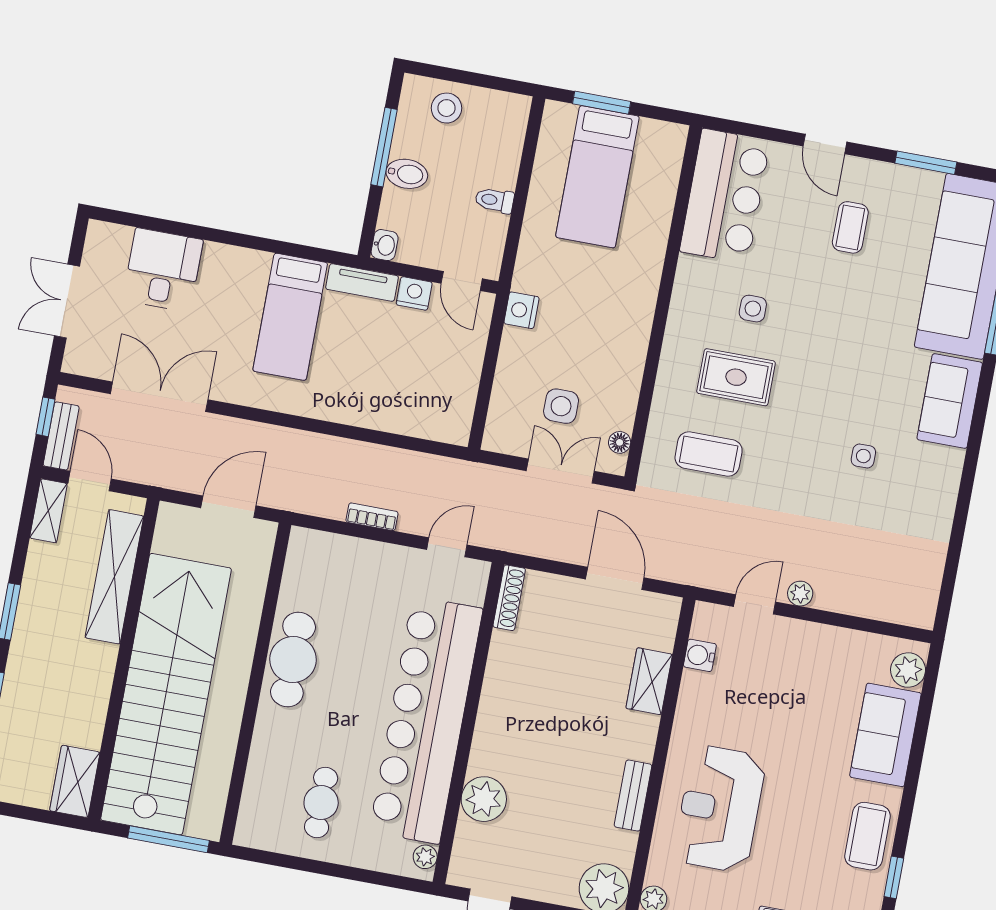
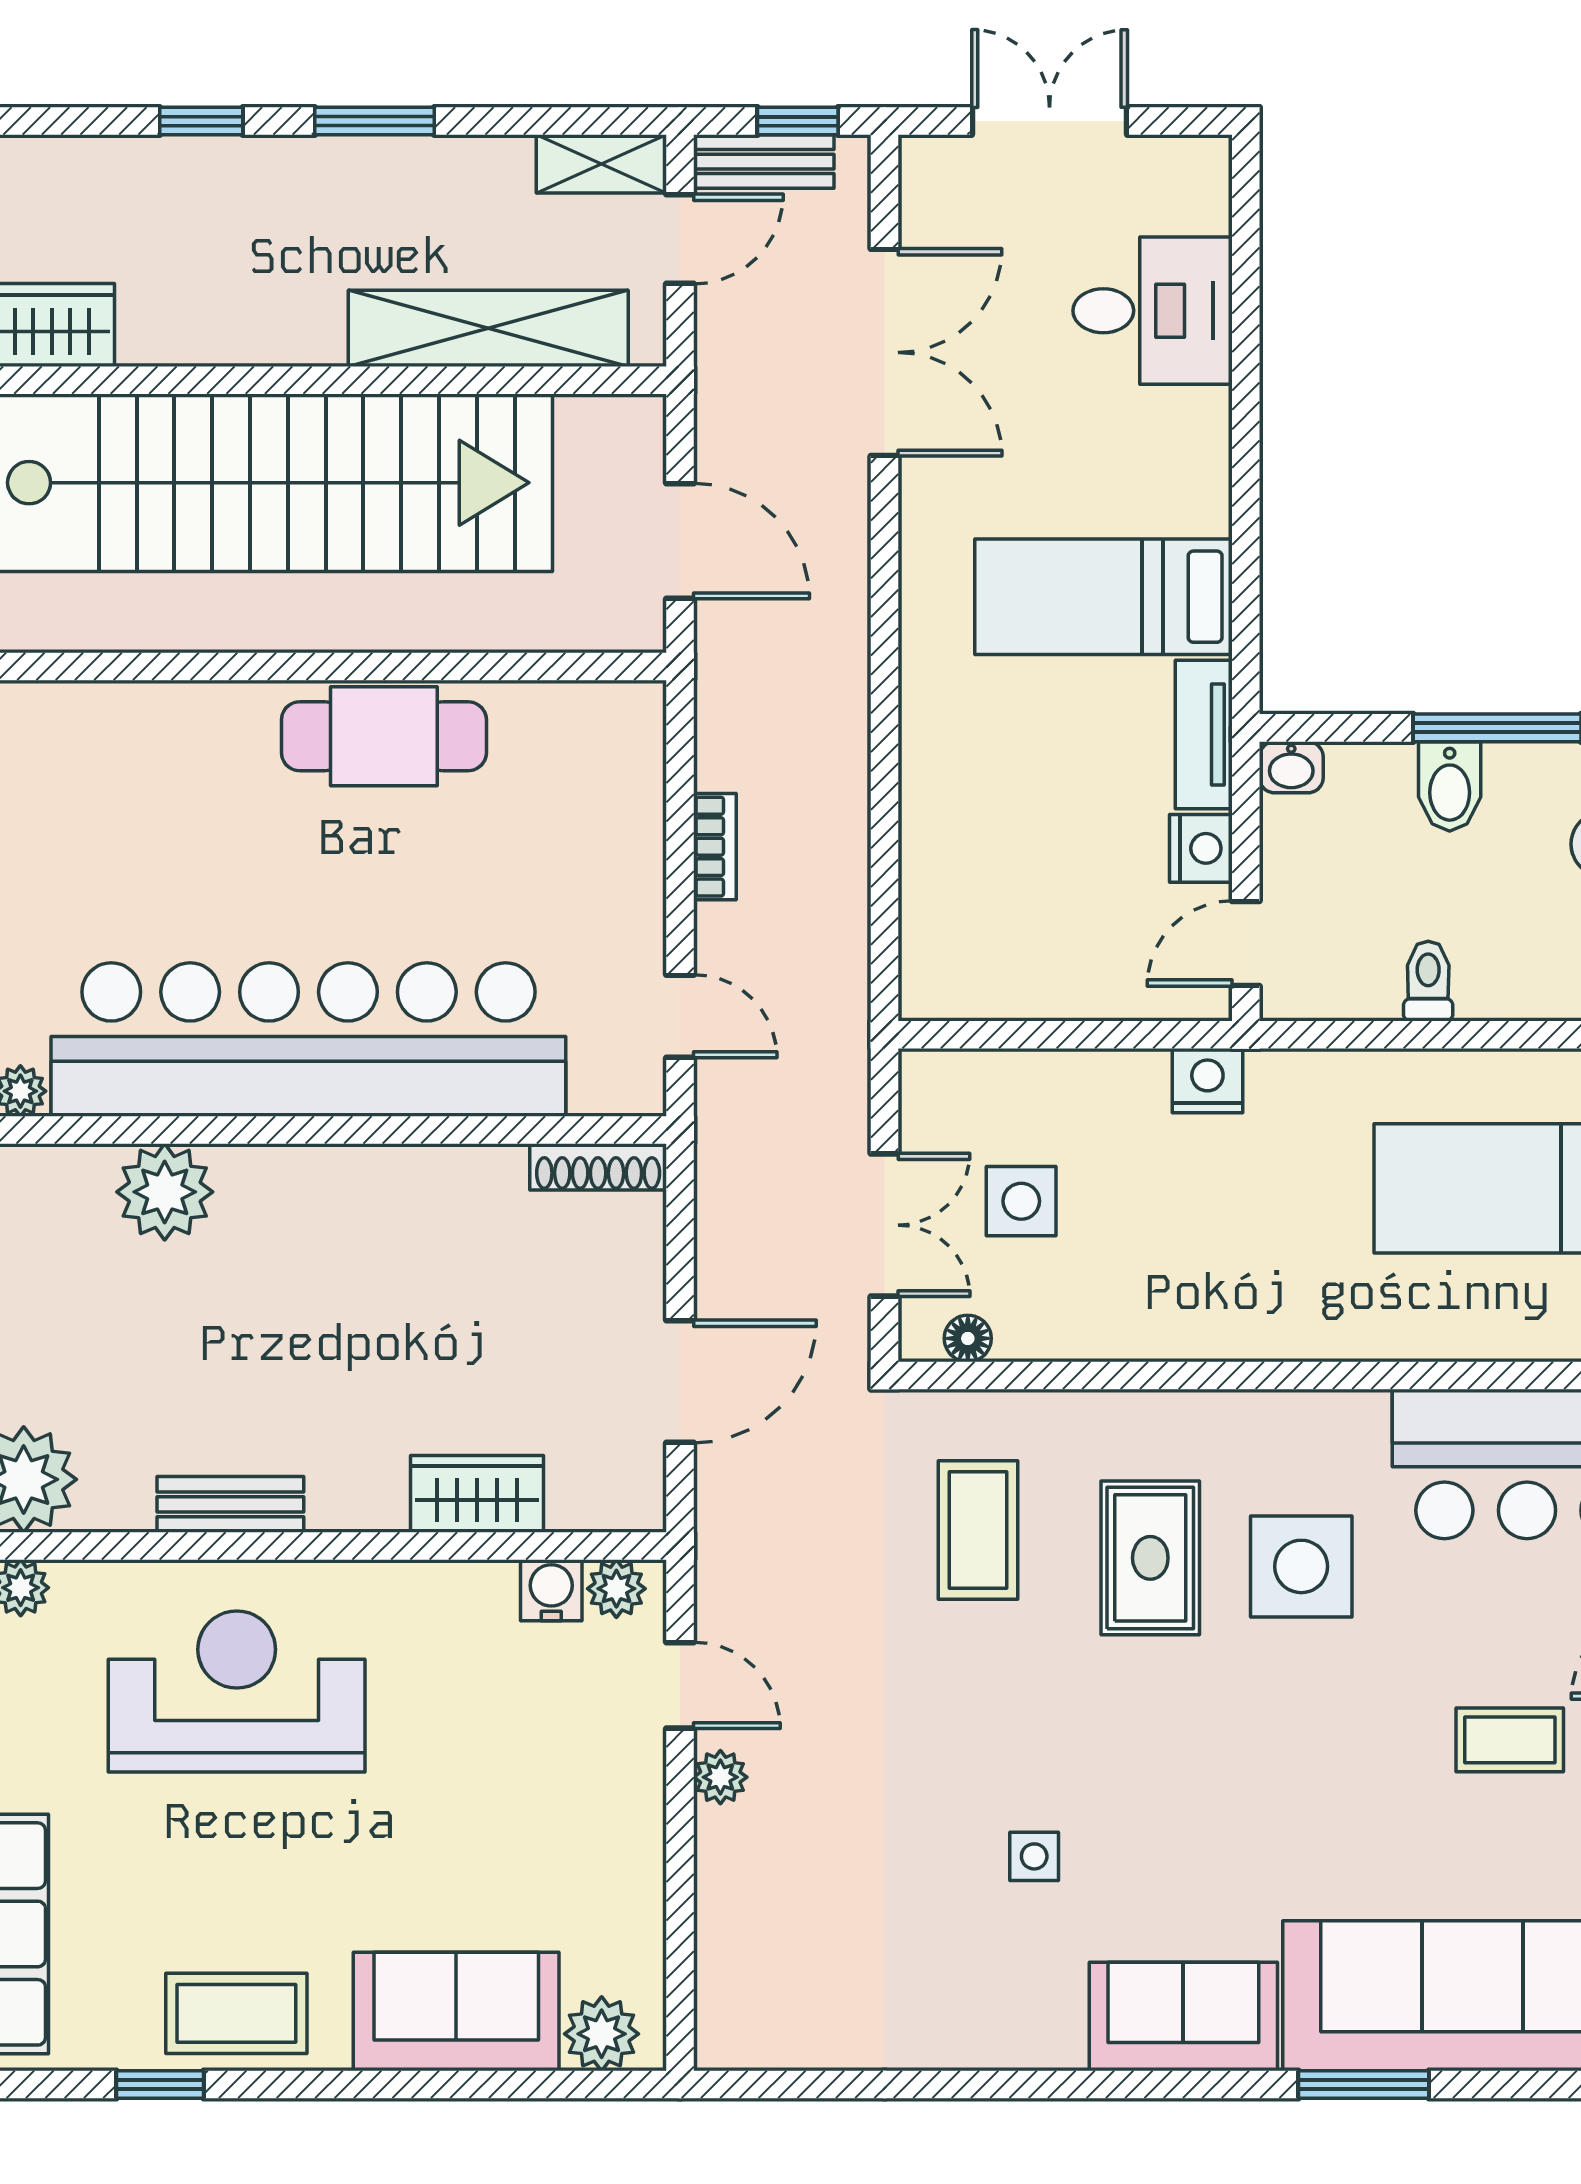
side table: (753, 309) -> (1301, 1566), width x1.87, depth x1.87
plant: (705, 625) -> (616, 1589), added
cafe table: (321, 802) -> (94, 851), removed

